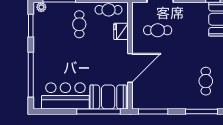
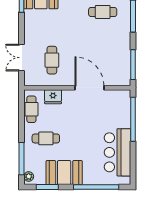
booth: (108, 97) -> (64, 173), moved, turned 90

